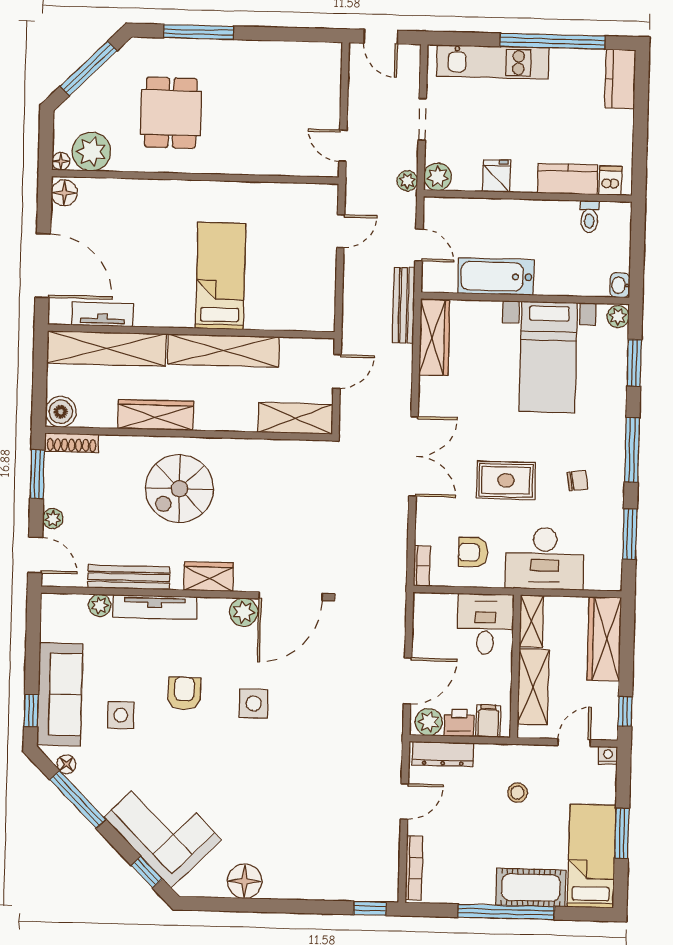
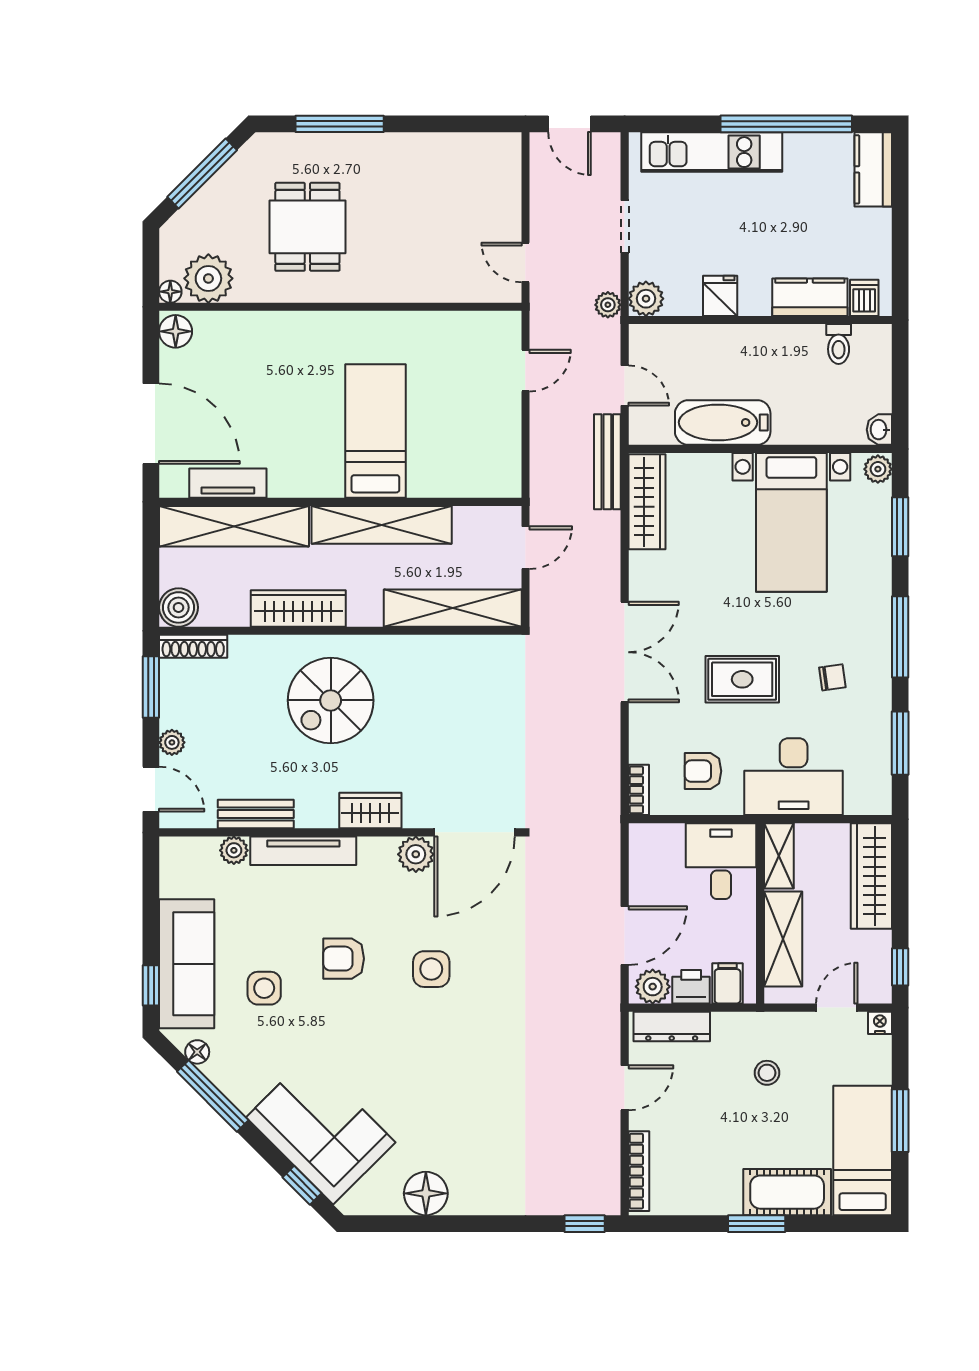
shelving: (295, 418) -> (453, 608), width x1.47
bench: (129, 577) -> (256, 814), width x0.73
armchair: (184, 693) -> (344, 959), turned -90
window: (506, 912) -> (757, 1224), width x0.47

